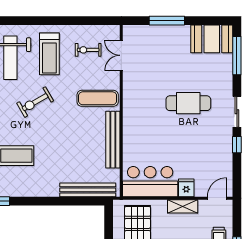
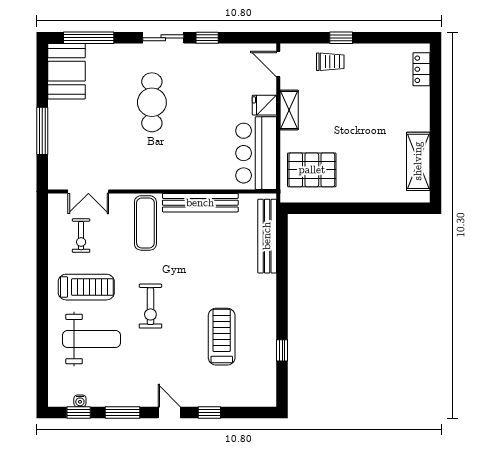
exercise bike: (35, 102) -> (150, 306), turned 30

